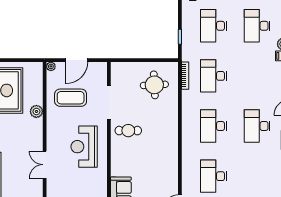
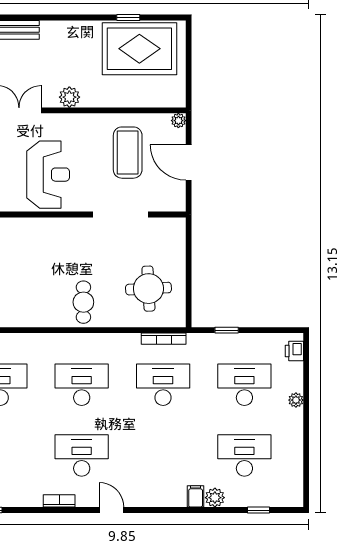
plant: (36, 111) -> (69, 97), moved
cafe table: (128, 131) -> (83, 302), moved
reception desk: (84, 147) -> (48, 175), turned 90

